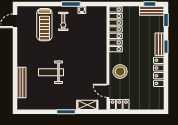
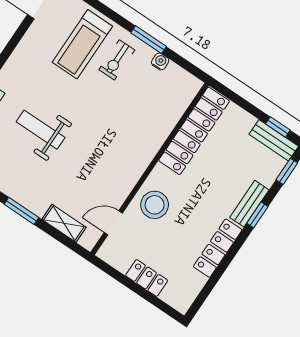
door: (108, 91) -> (113, 223), hinge flipped
locker: (119, 104) -> (147, 278), moved

